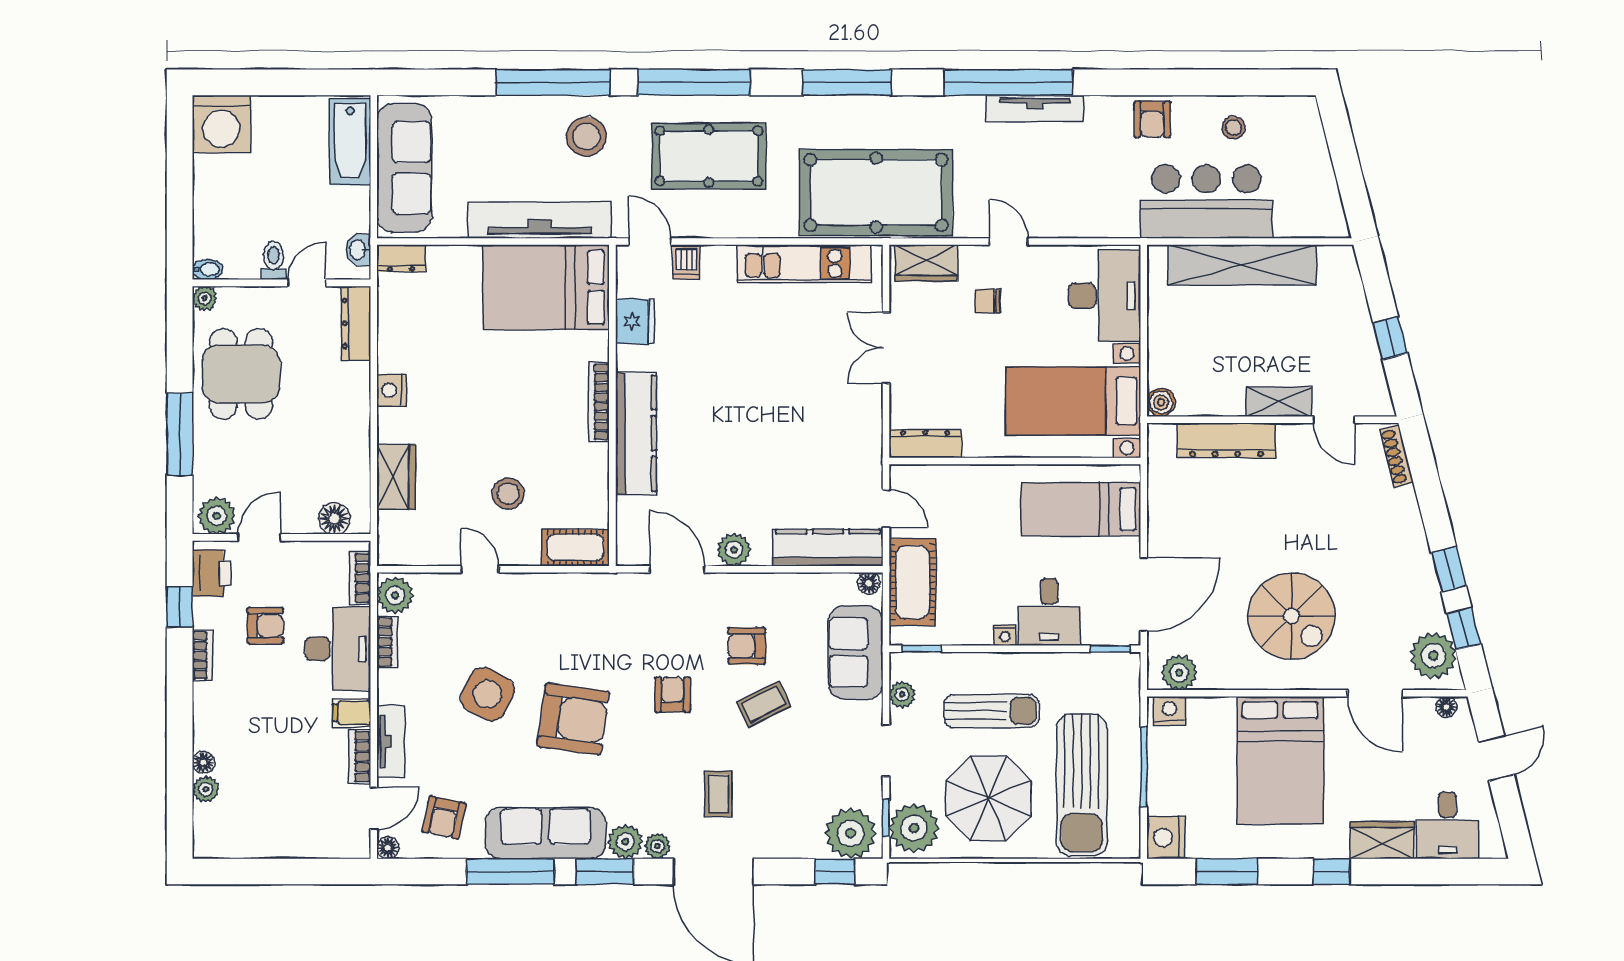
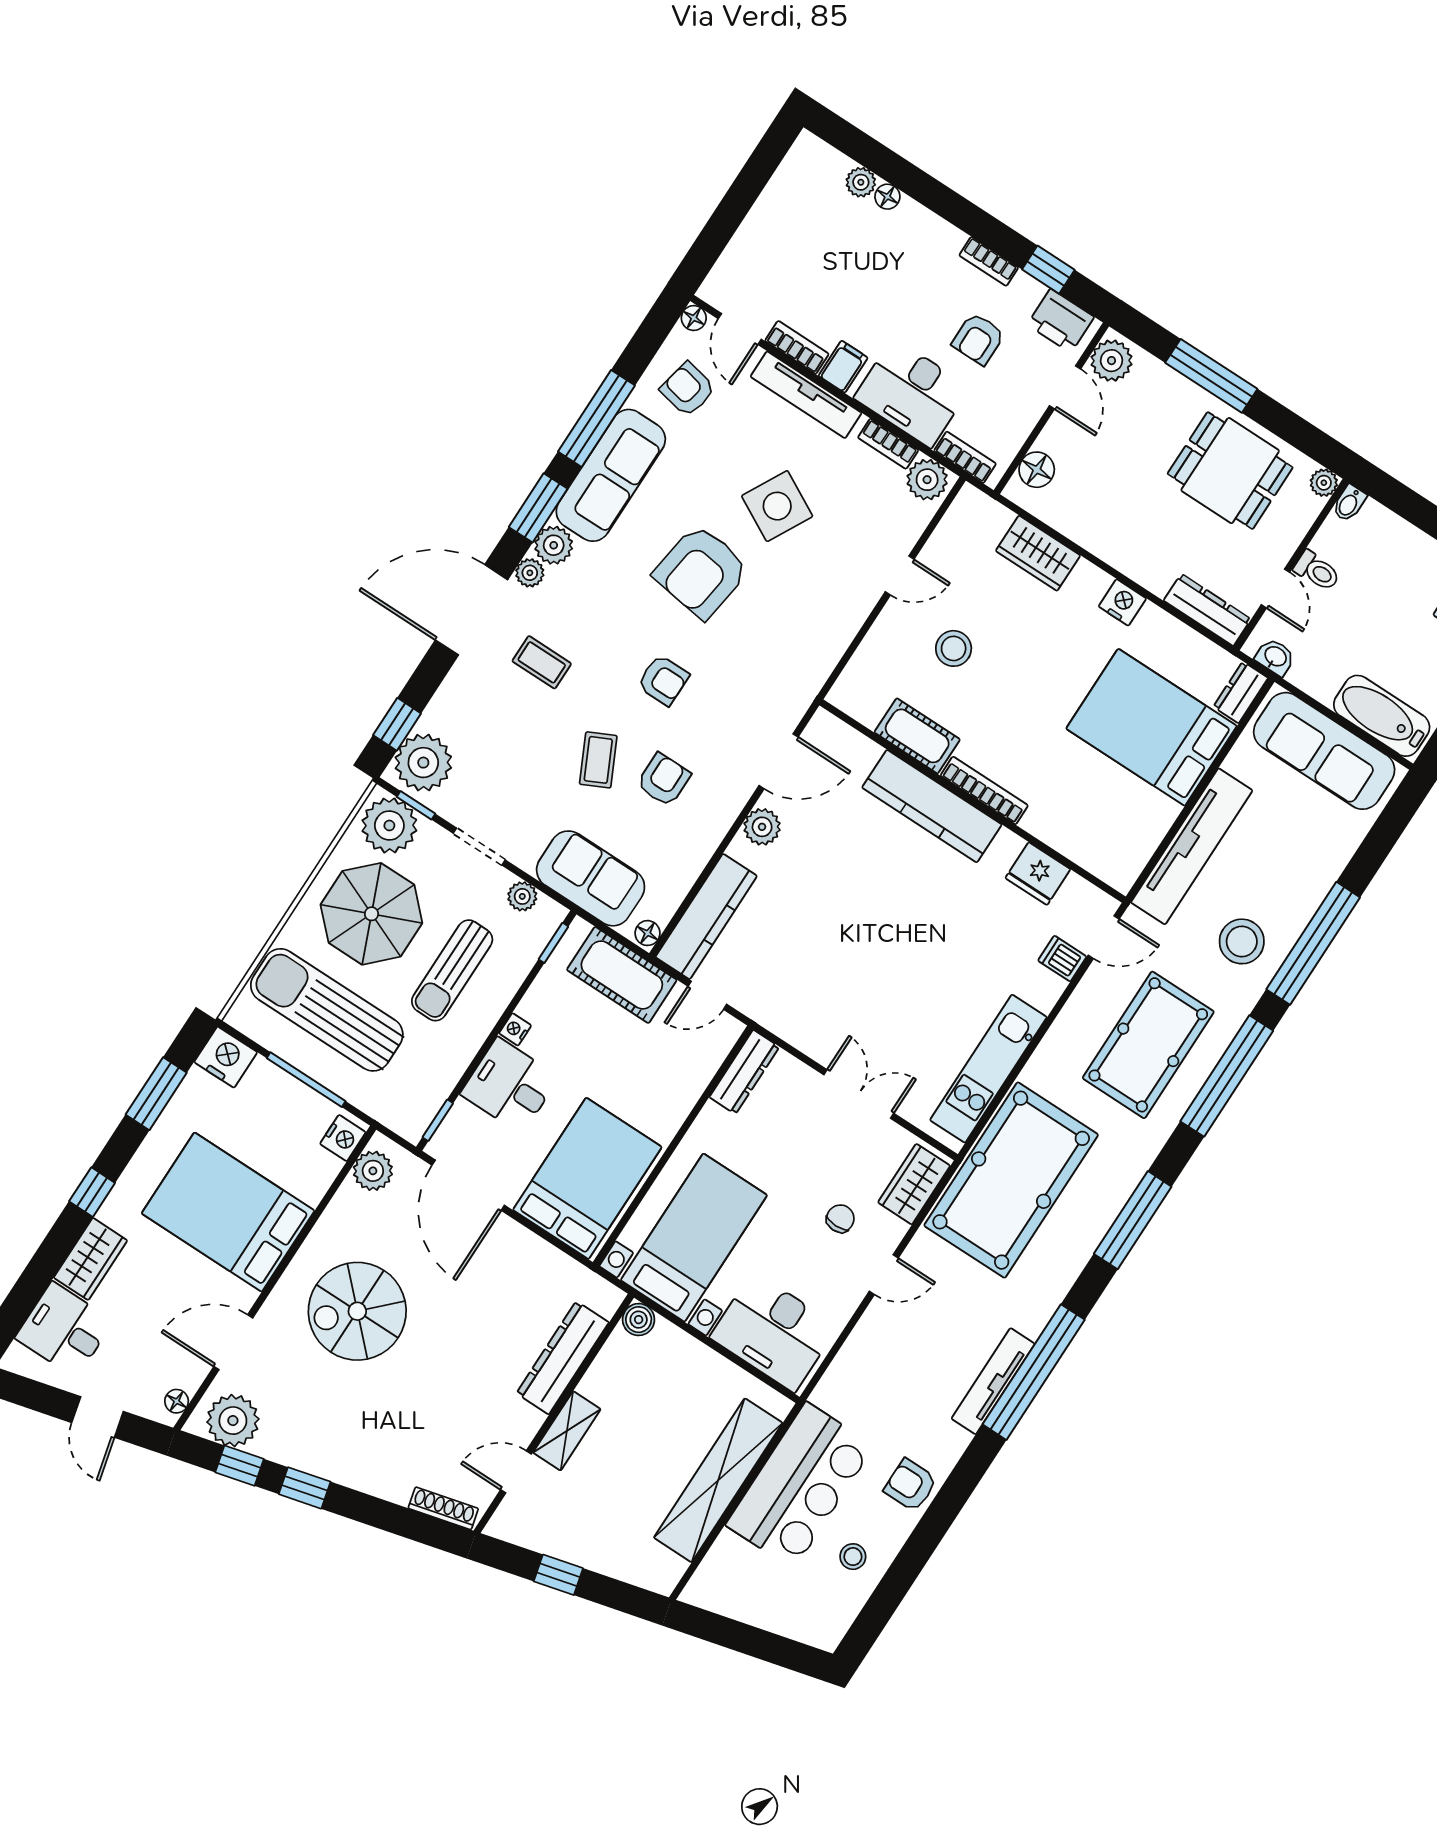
bed: (546, 287) -> (1151, 727), moved, turned -90
bed: (1081, 509) -> (587, 1178), width x1.50
cot: (575, 548) -> (917, 736), moved, turned 90
tv unit: (391, 741) -> (806, 395), width x1.41

